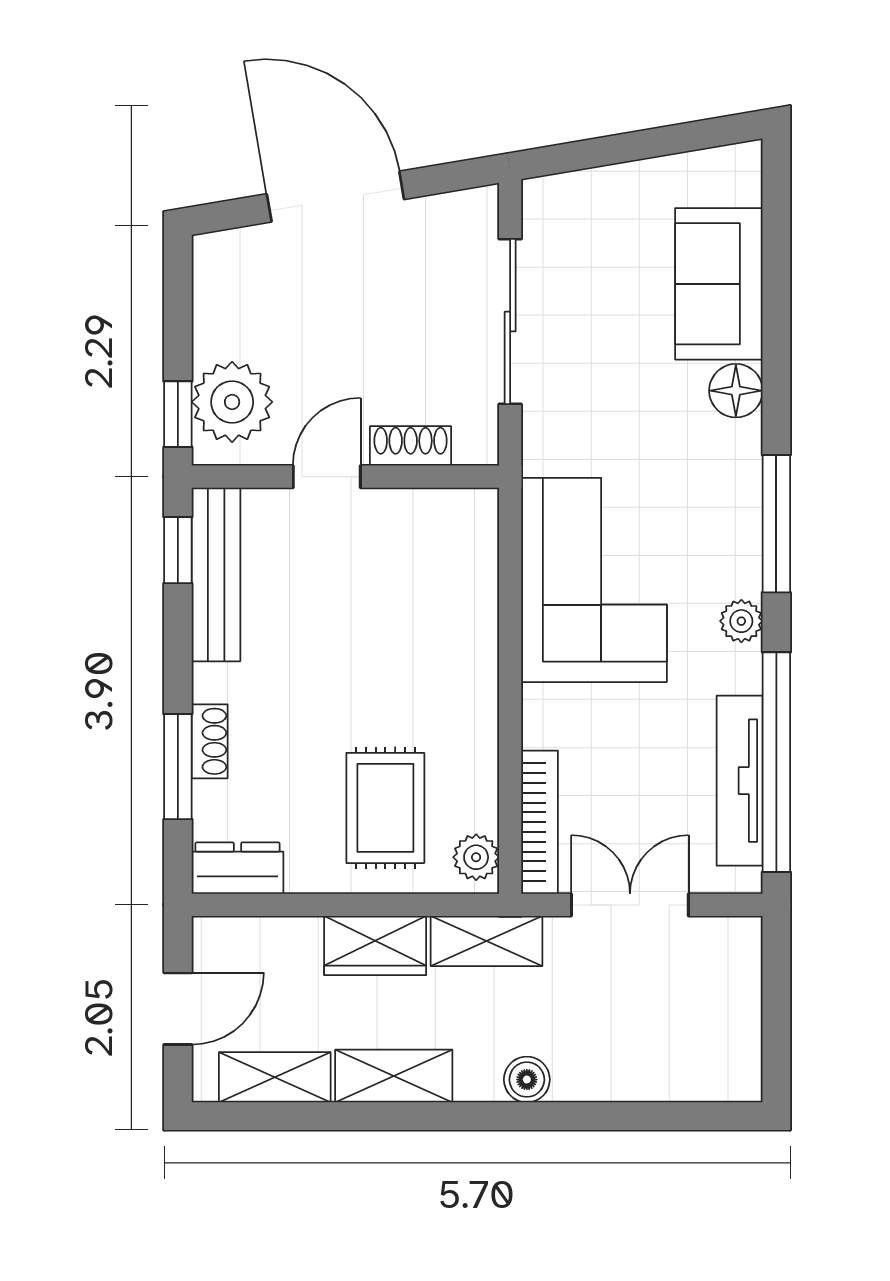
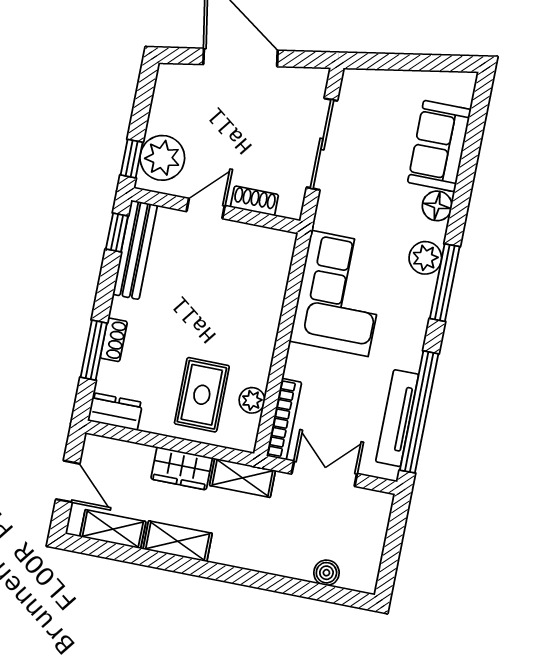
plant: (741, 621) -> (425, 258), moved, width x1.38, depth x1.38
plant: (476, 857) -> (252, 400), moved
door: (178, 1009) -> (68, 481), hinge flipped
boiler: (527, 1080) -> (326, 573), moved

